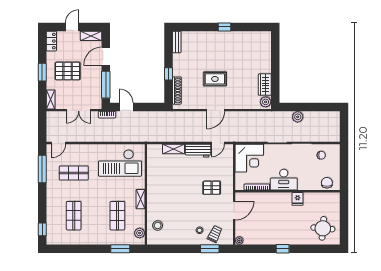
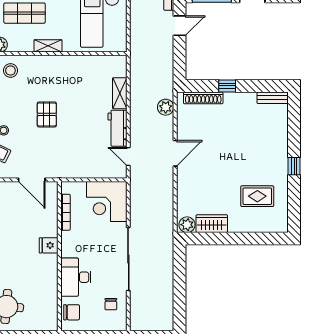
rug: (215, 79) -> (257, 196), moved, turned 90
door: (216, 110) -> (175, 153), swing flipped
plant: (298, 117) -> (166, 107), moved
desk: (284, 180) -> (76, 277), moved
pallet: (212, 188) -> (47, 114), moved
fridge: (298, 199) -> (49, 245), moved

